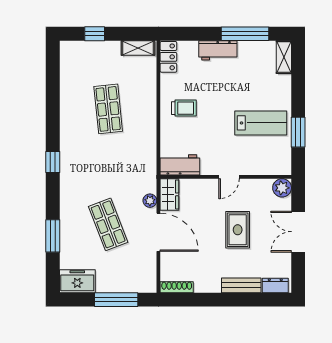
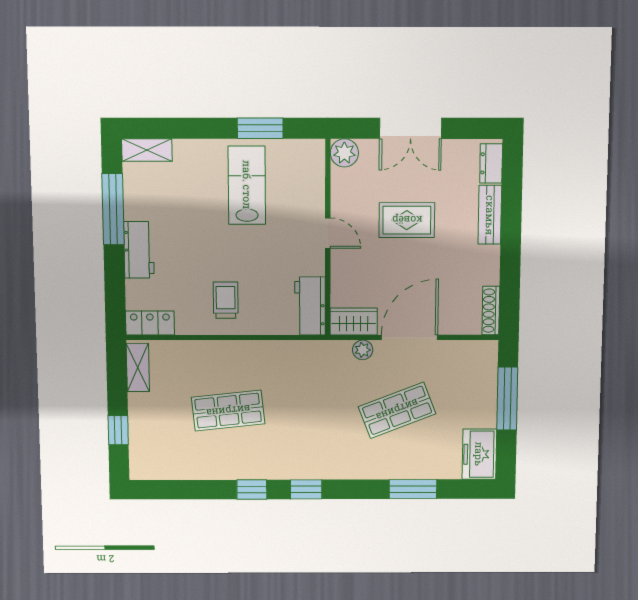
window: (53, 125) -> (252, 489), added

